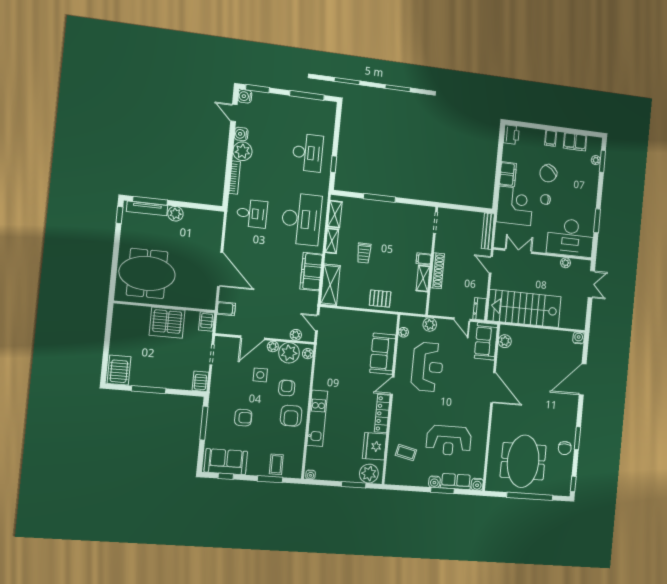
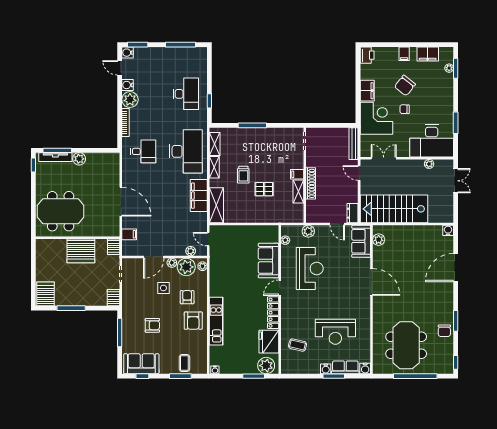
pallet: (380, 299) -> (264, 189), moved

